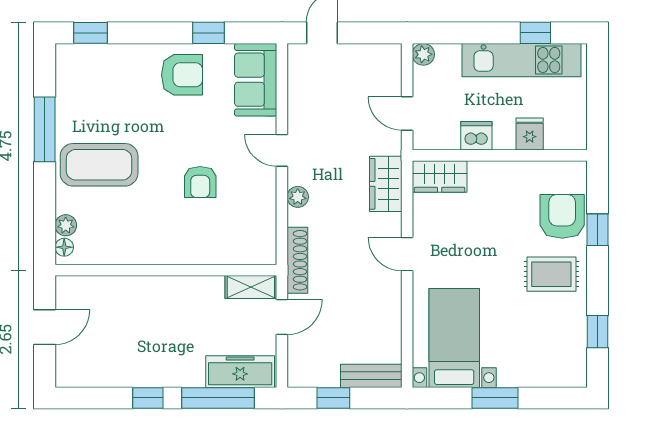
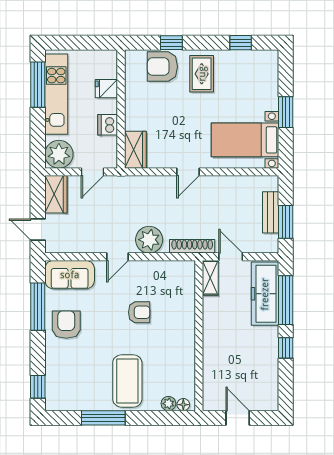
window: (208, 33) -> (38, 307), width x2.17
window: (535, 33) -> (38, 85), width x2.17
plant: (423, 54) -> (59, 154), width x1.88, depth x1.88
wardrobe: (386, 184) -> (56, 194), moved, turned -90
plant: (298, 197) -> (149, 240), width x1.88, depth x1.88
freezer: (240, 372) -> (265, 294), width x1.36, depth x1.26
bench: (371, 376) -> (271, 212), moved
window: (333, 398) -> (286, 222), width x1.50

